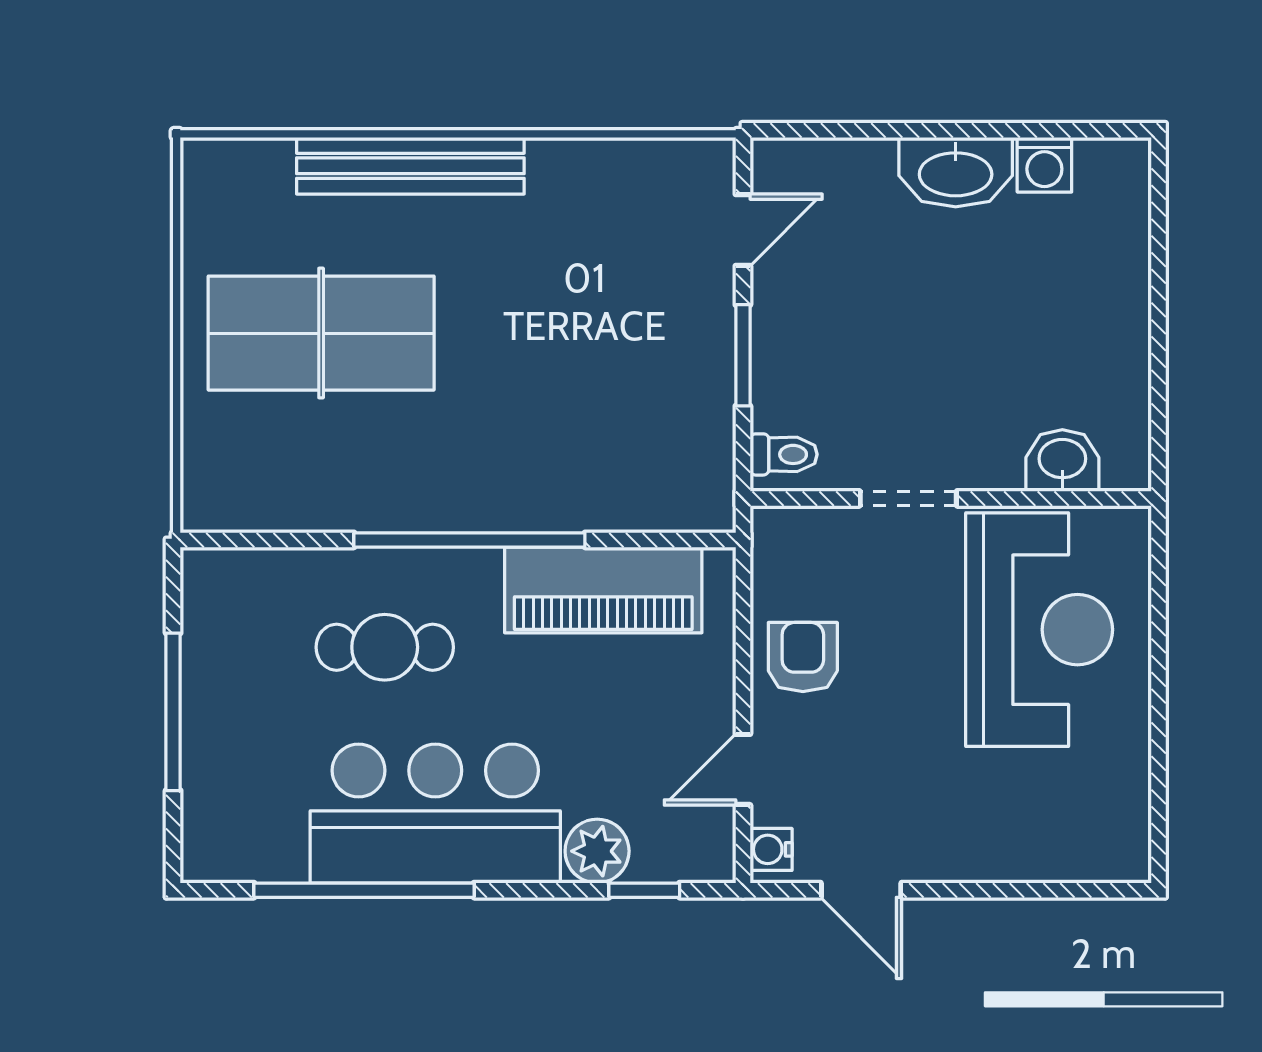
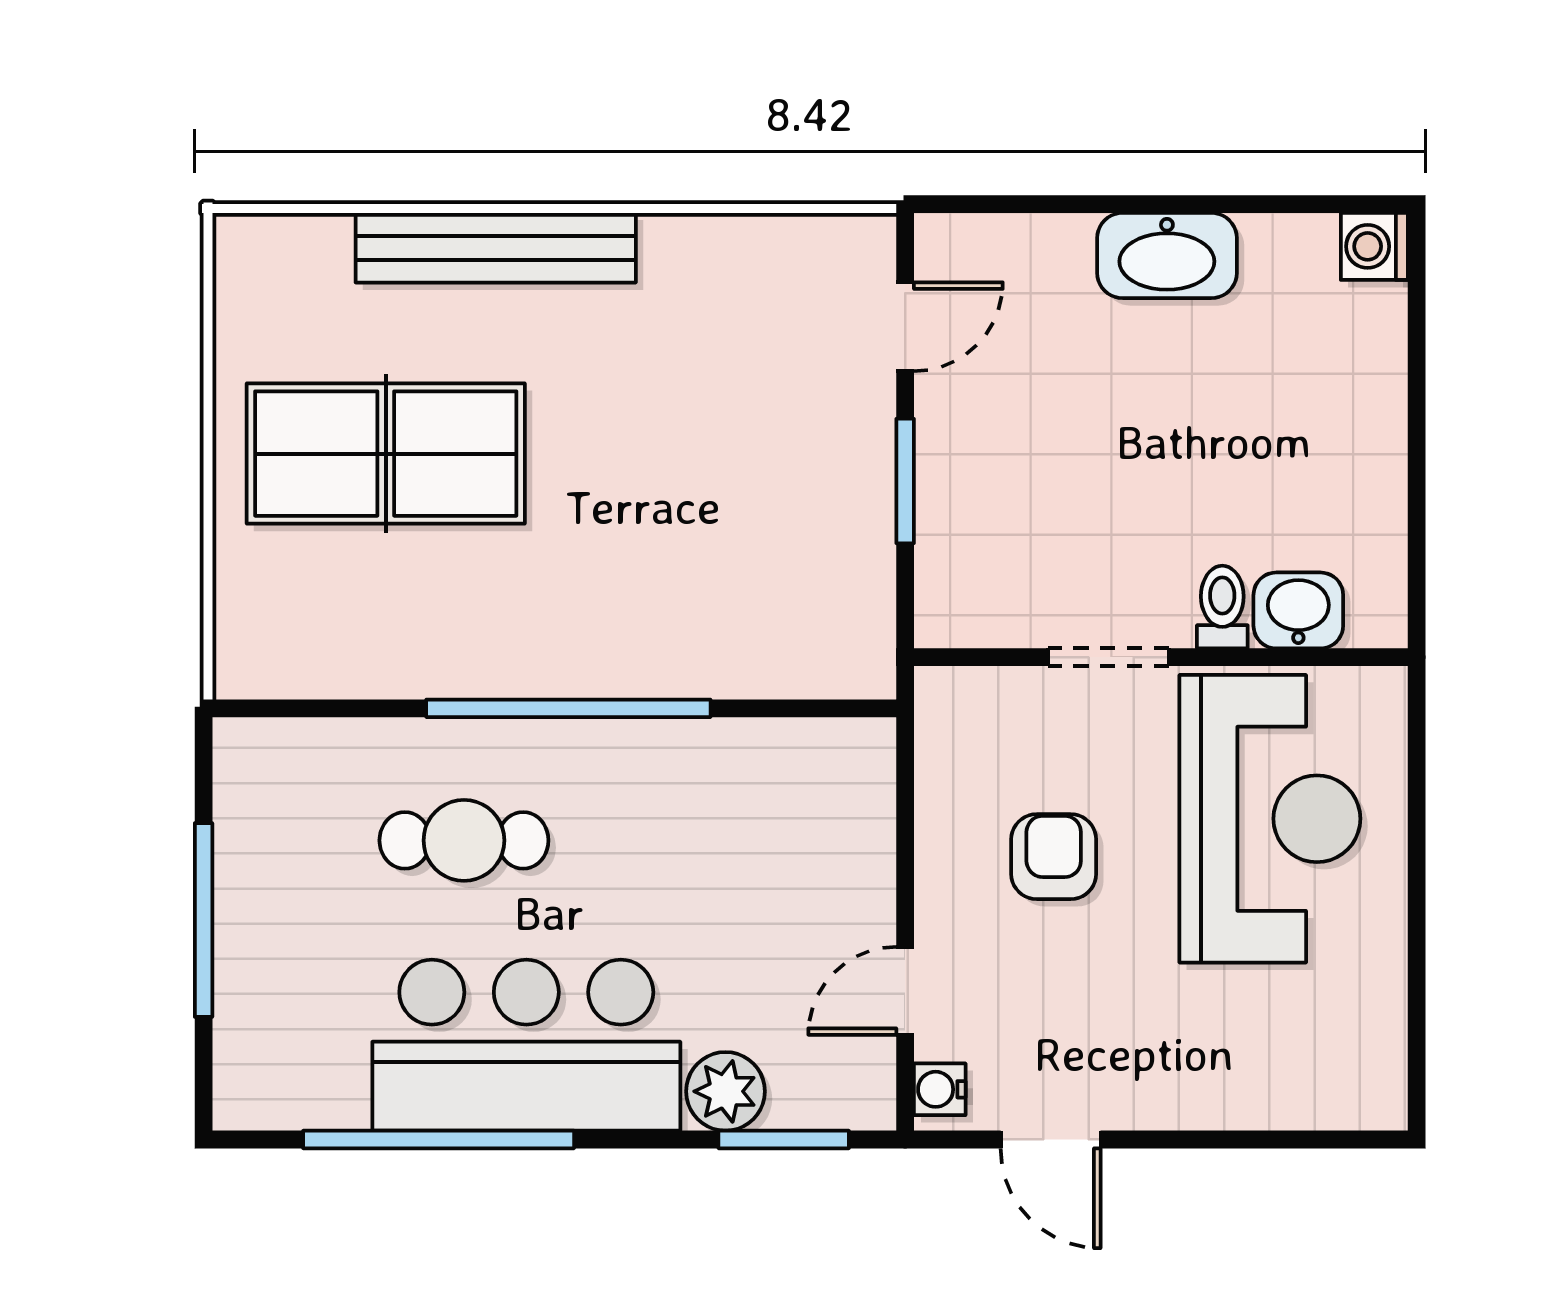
washing machine: (1044, 165) -> (1374, 246), moved, turned 90
toilet: (784, 454) -> (1222, 607), moved, turned -90
piano: (603, 590) -> (733, 770), removed
armchair: (803, 657) -> (1054, 857), moved
window: (644, 890) -> (784, 1139), width x1.50

